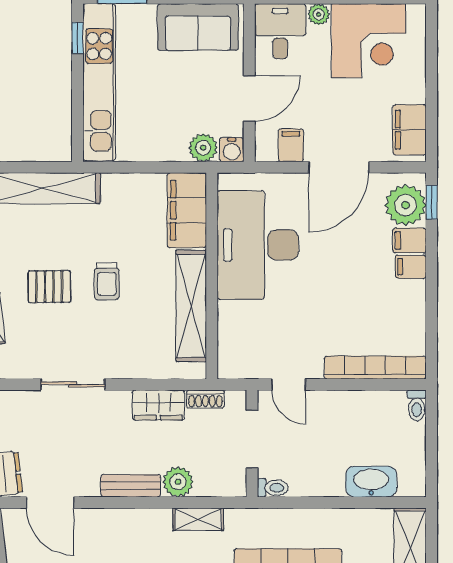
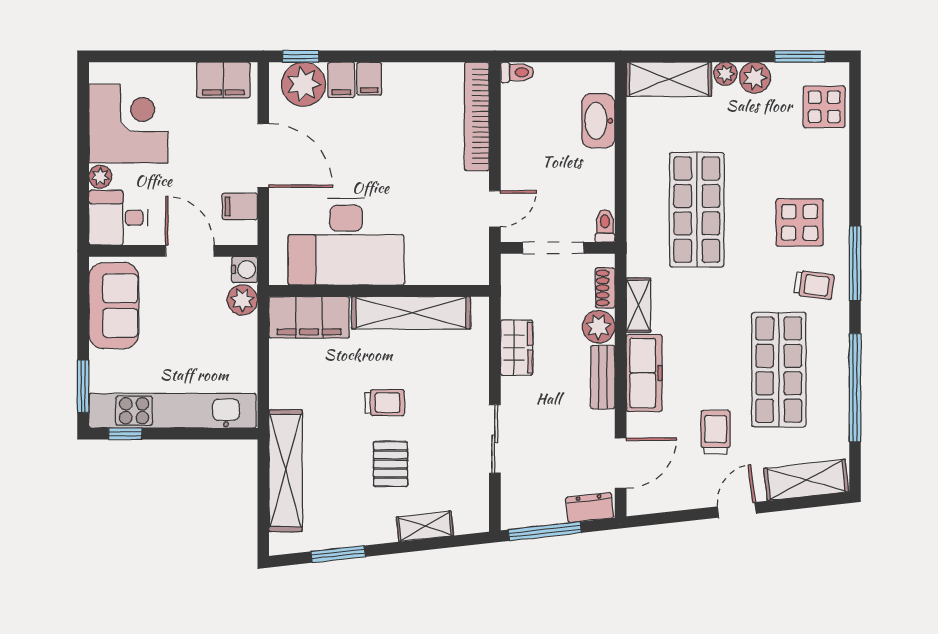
shoe rack: (205, 399) -> (605, 288), moved, turned 180
freezer: (135, 525) -> (644, 373), added

